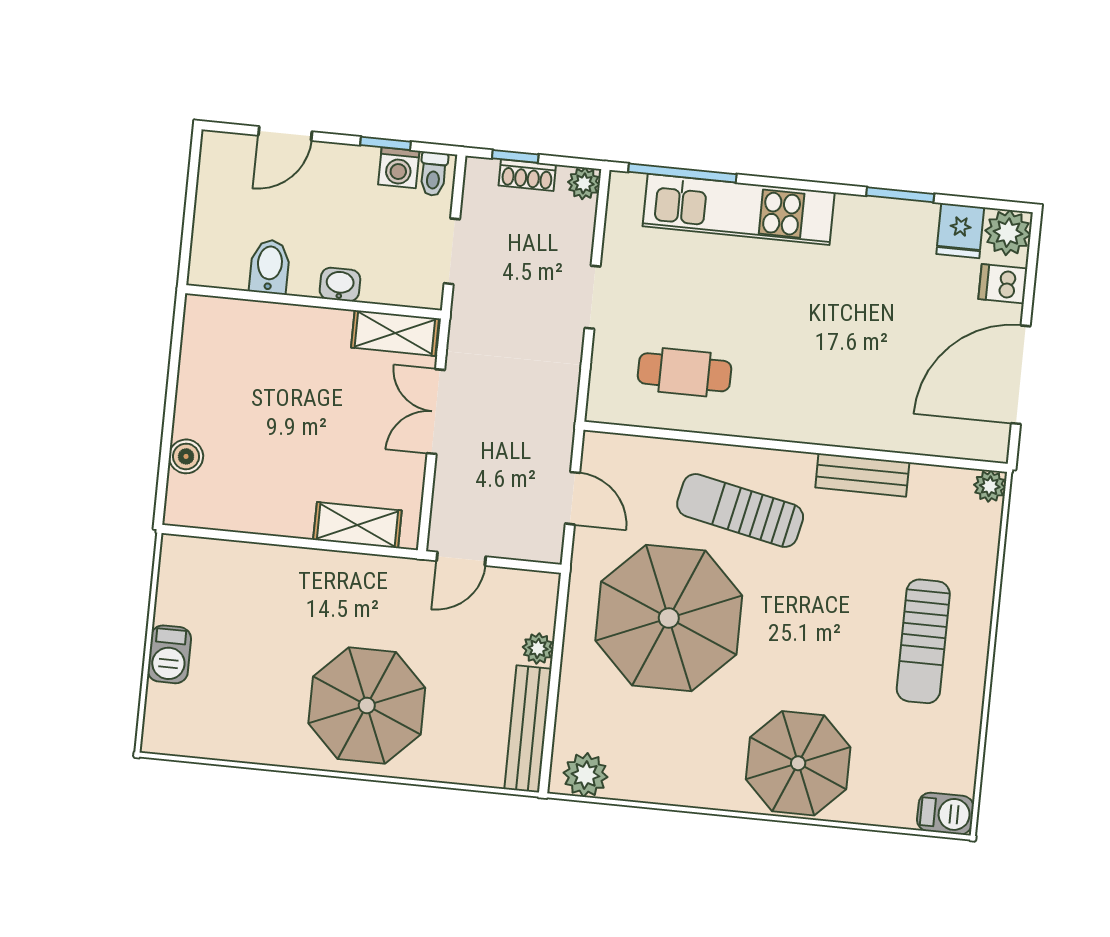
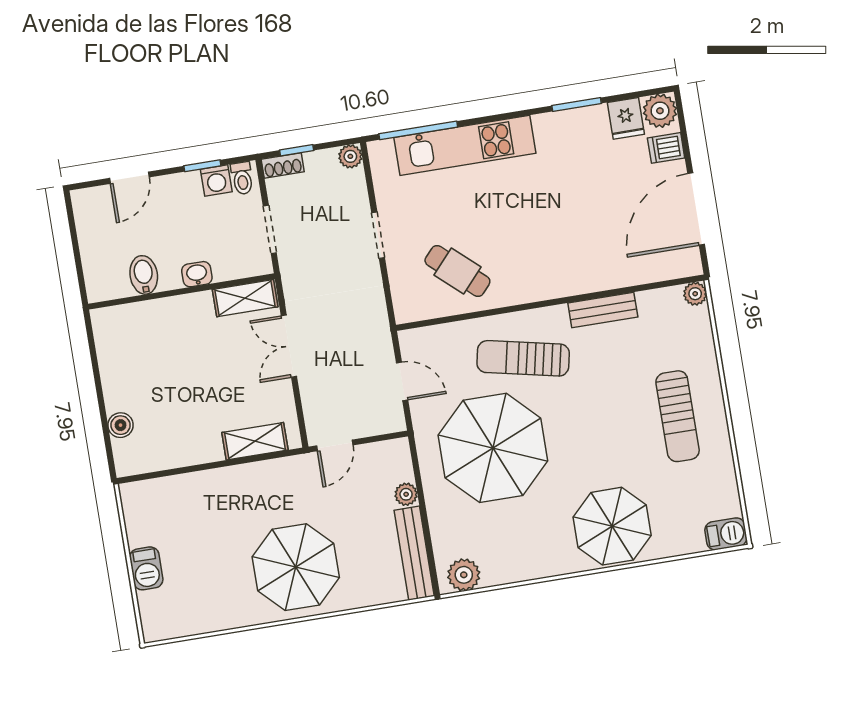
shoe rack: (527, 175) -> (283, 165), moved
cafe table: (685, 372) -> (457, 271), turned 42

